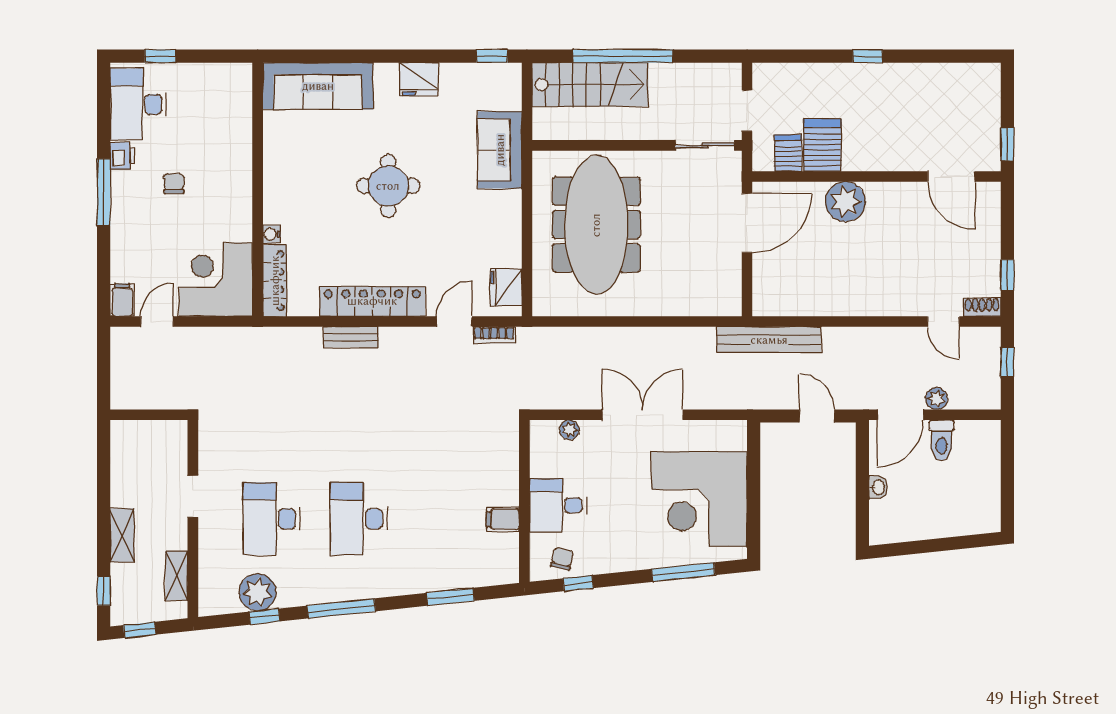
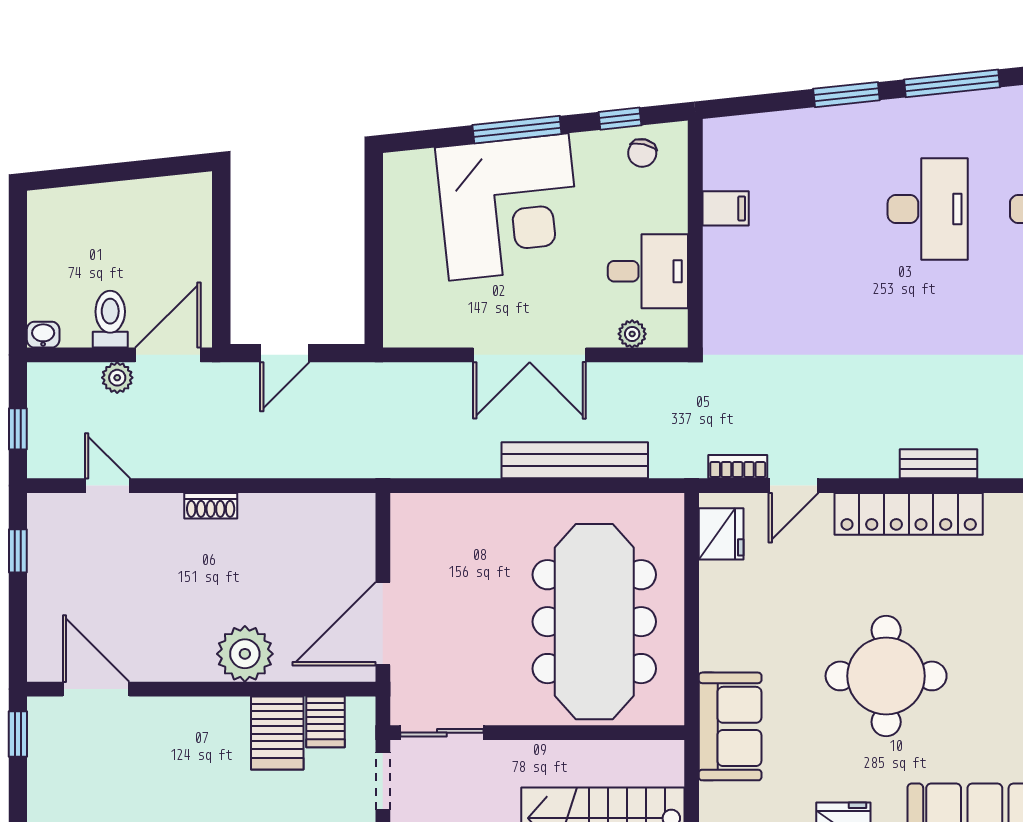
round table: (388, 186) -> (886, 676), width x1.36, depth x1.36
shoe rack: (982, 307) -> (211, 506), moved
bench: (769, 340) -> (575, 460), moved
door: (817, 416) -> (285, 353), hinge flipped
washbasin: (878, 487) -> (43, 335), moved, turned 90
corner desk: (699, 499) -> (509, 207), moved, turned 84
desk: (558, 505) -> (648, 271), moved
window: (683, 572) -> (517, 130), moved
window: (450, 597) -> (846, 95), moved

